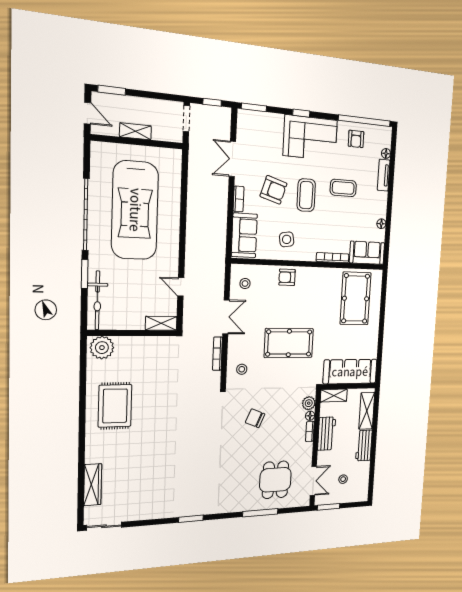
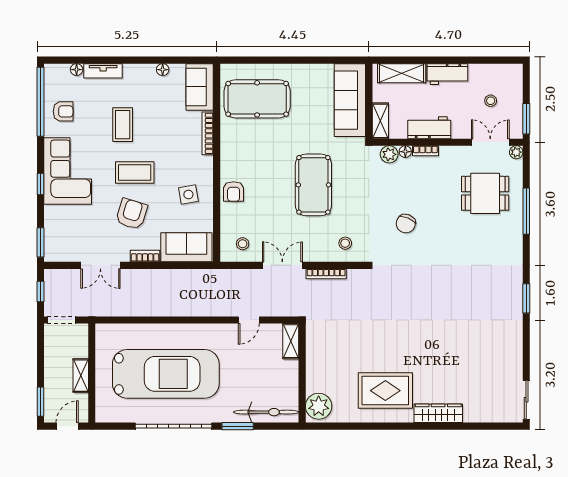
wardrobe: (93, 485) -> (438, 413), moved
plant: (305, 501) -> (516, 152), added

